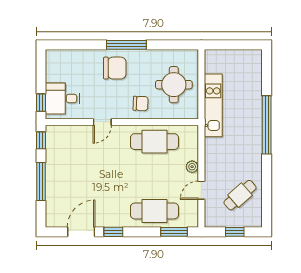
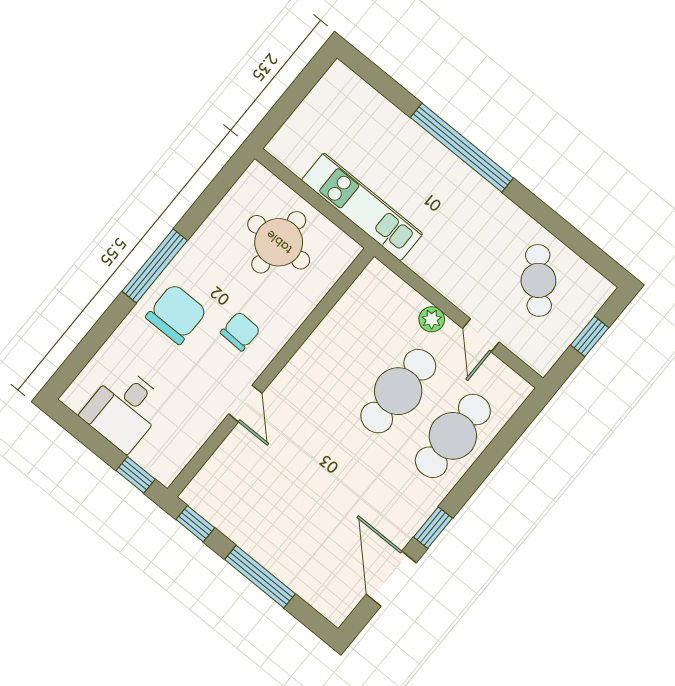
desk: (62, 99) -> (124, 409), moved
chair: (141, 104) -> (240, 331), moved
cafe table: (154, 142) -> (398, 391), moved
window: (174, 232) -> (511, 432), removed

